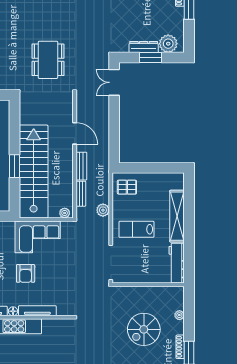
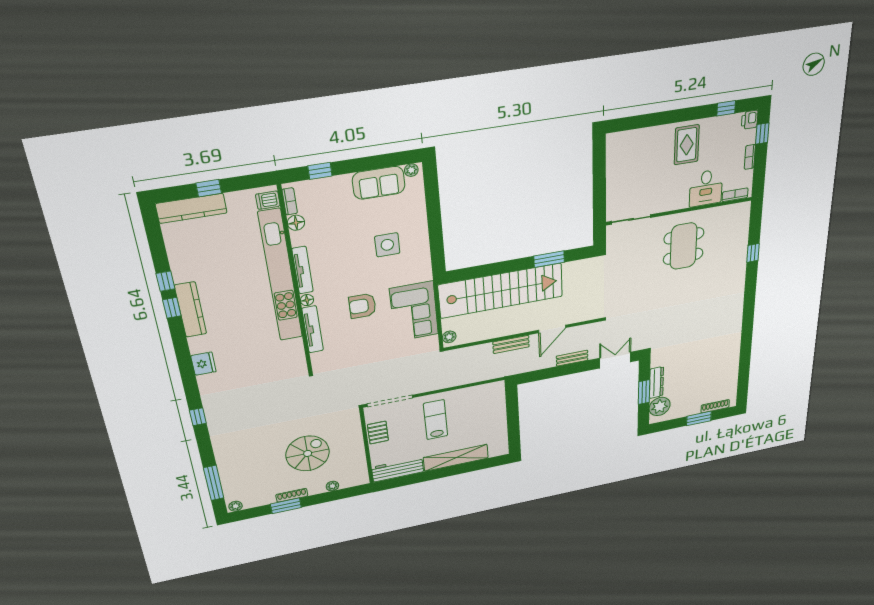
dining table: (48, 60) -> (684, 246), moved, turned 90
window: (14, 166) -> (549, 259), moved
pallet: (127, 187) -> (378, 433), moved
bench: (81, 194) -> (572, 358), moved
plant: (103, 210) -> (457, 379), removed
spiral stairs: (144, 329) -> (308, 453), turned 90

